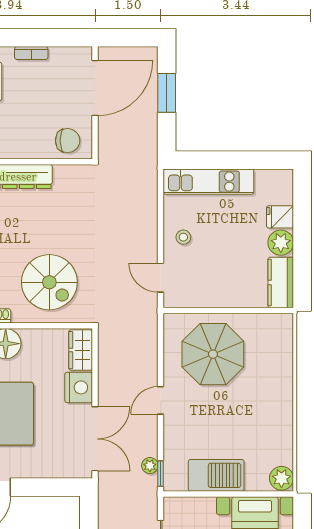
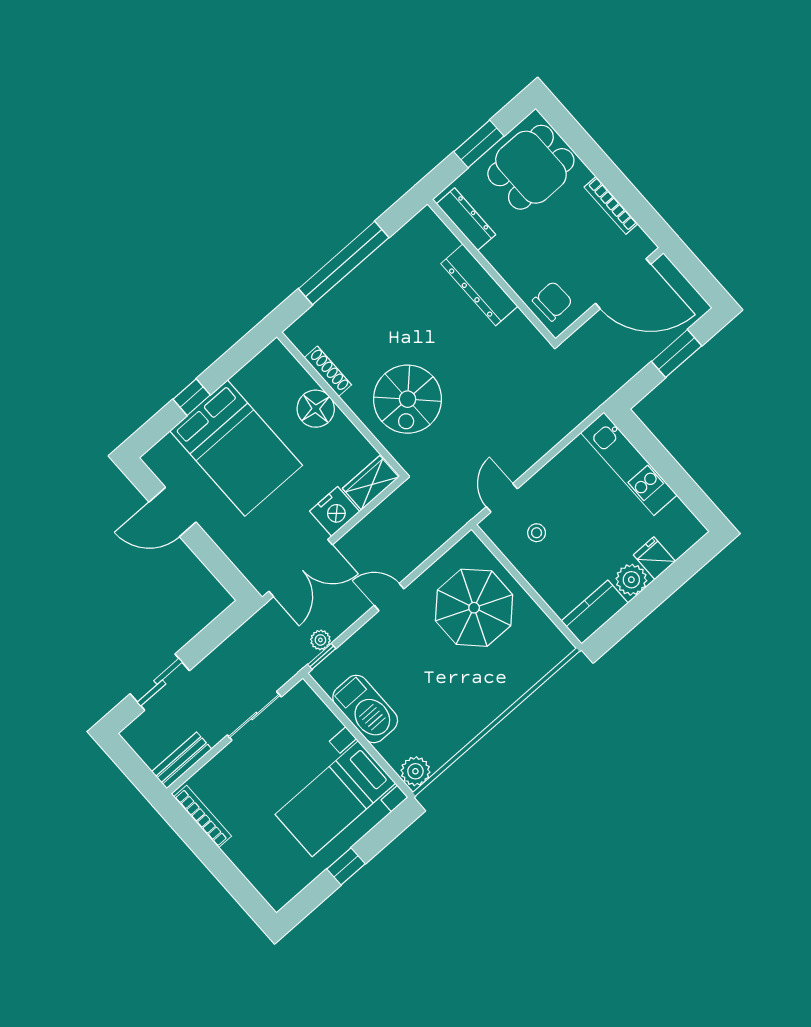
bookcase: (31, 53) -> (611, 205), width x1.56
chair: (68, 141) -> (552, 301), turned -92
stool: (183, 237) -> (537, 533), moved

